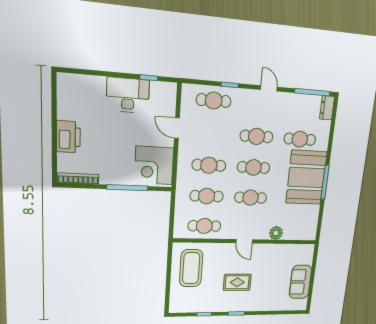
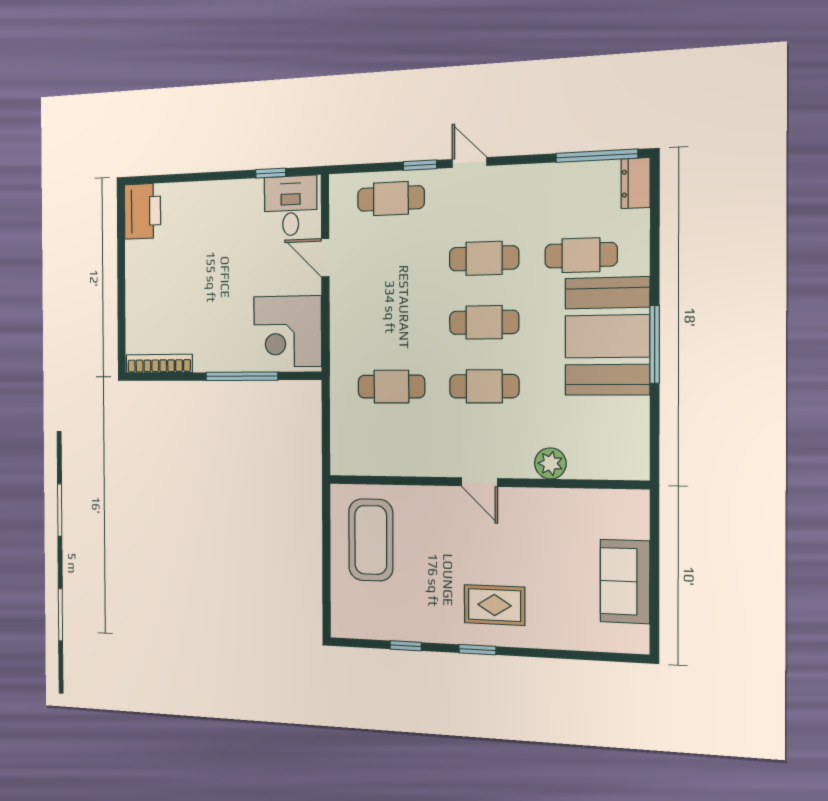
door: (269, 88) -> (469, 162), moved
desk: (128, 95) -> (291, 206), moved, width x0.73
printer: (68, 137) -> (142, 211), moved
cafe table: (209, 165) -> (391, 324), removed
cafe table: (204, 226) -> (392, 449), removed
rug: (237, 282) -> (495, 605), moved

